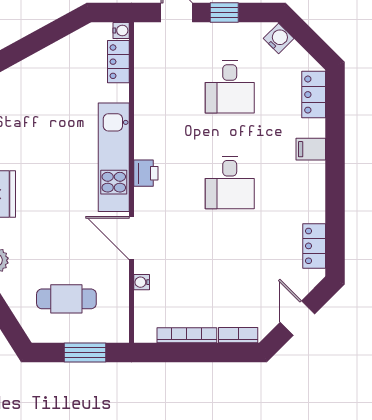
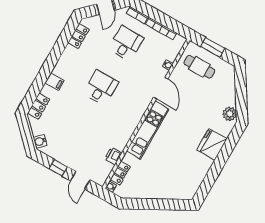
desk: (230, 87) -> (126, 43), moved
printer: (146, 173) -> (113, 156), moved
cafe table: (66, 299) -> (199, 67), moved

